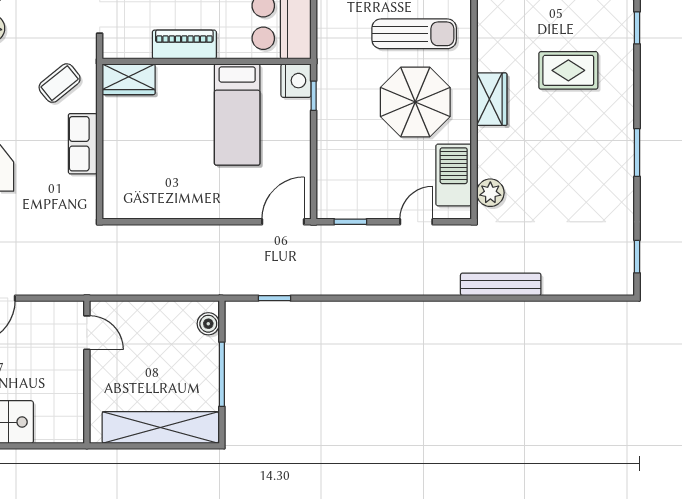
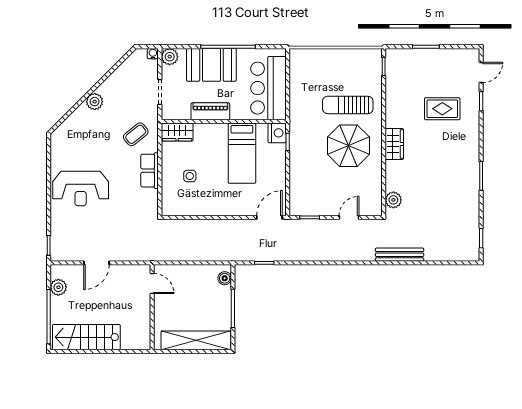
sun lounger: (414, 34) -> (348, 105), turned 180
rug: (568, 70) -> (442, 109), moved
side table: (150, 153) -> (190, 176), added
barbecue: (454, 175) -> (371, 189), removed

